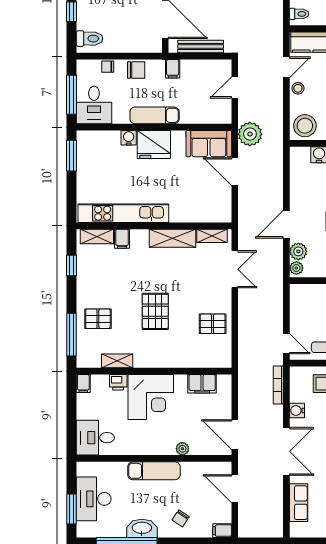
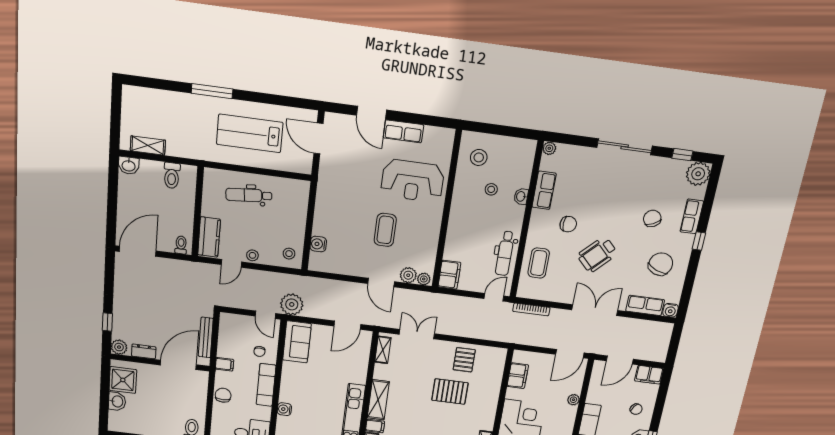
chair: (108, 67) -> (259, 351), moved
door: (286, 67) -> (231, 263), swing flipped
door: (235, 87) -> (265, 315), moved
stool: (305, 126) -> (289, 254), width x0.53, depth x0.53
fridge: (154, 144) -> (293, 389), removed
door: (235, 172) -> (347, 325), moved
shelving: (172, 238) -> (378, 400), moved
filing cabinet: (304, 294) -> (449, 275), added
pallet: (155, 311) -> (450, 392), moved
water cooler: (297, 410) -> (670, 310), moved
filing cabinet: (222, 531) -> (649, 375), width x2.00

